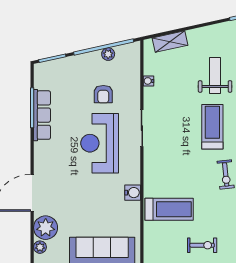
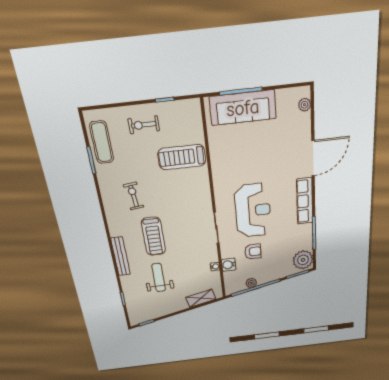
weight bench: (215, 76) -> (159, 278), turned 180
armchair: (103, 94) -> (253, 252), turned 90
row of seats: (42, 115) -> (305, 201), moved
water cooler: (133, 193) -> (229, 265), moved
plant: (46, 228) -> (303, 260), moved

